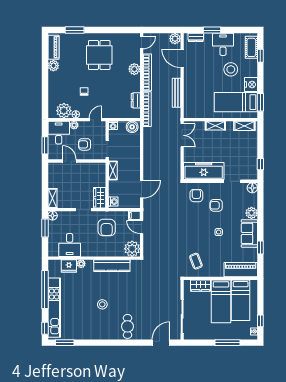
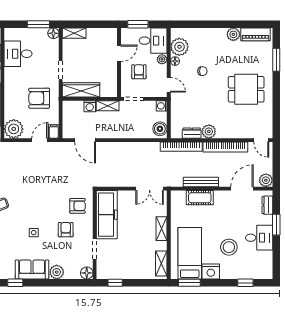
cot: (251, 47) -> (200, 198), moved
plant: (134, 69) -> (209, 131), moved
wardrobe: (100, 198) -> (81, 90), width x1.50
washing machine: (113, 202) -> (90, 106), moved

